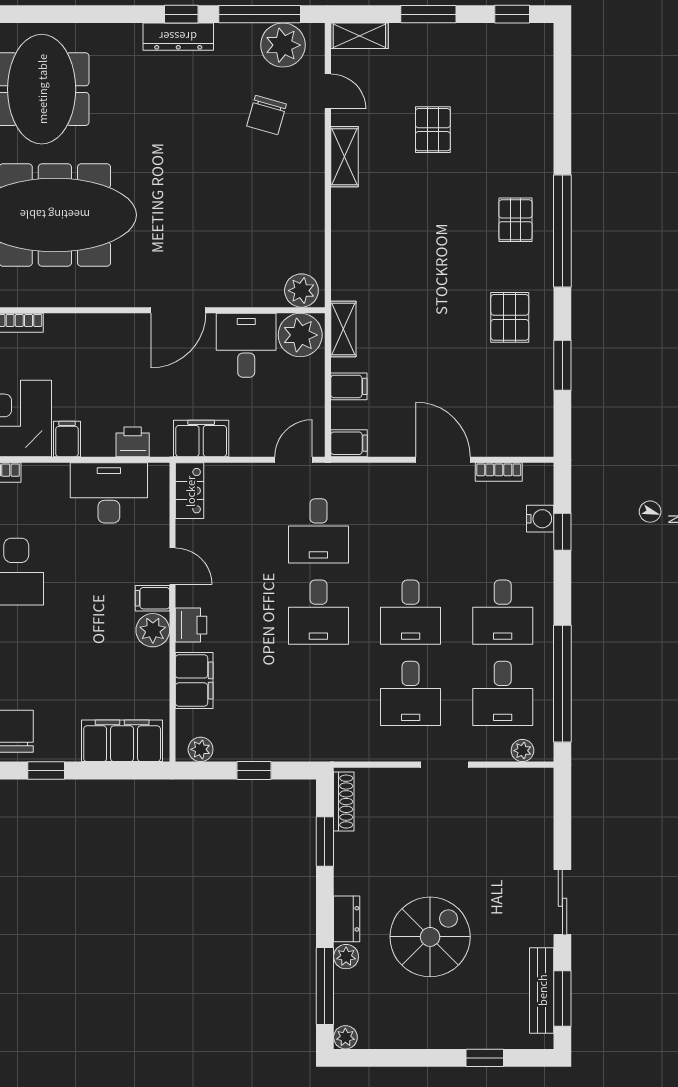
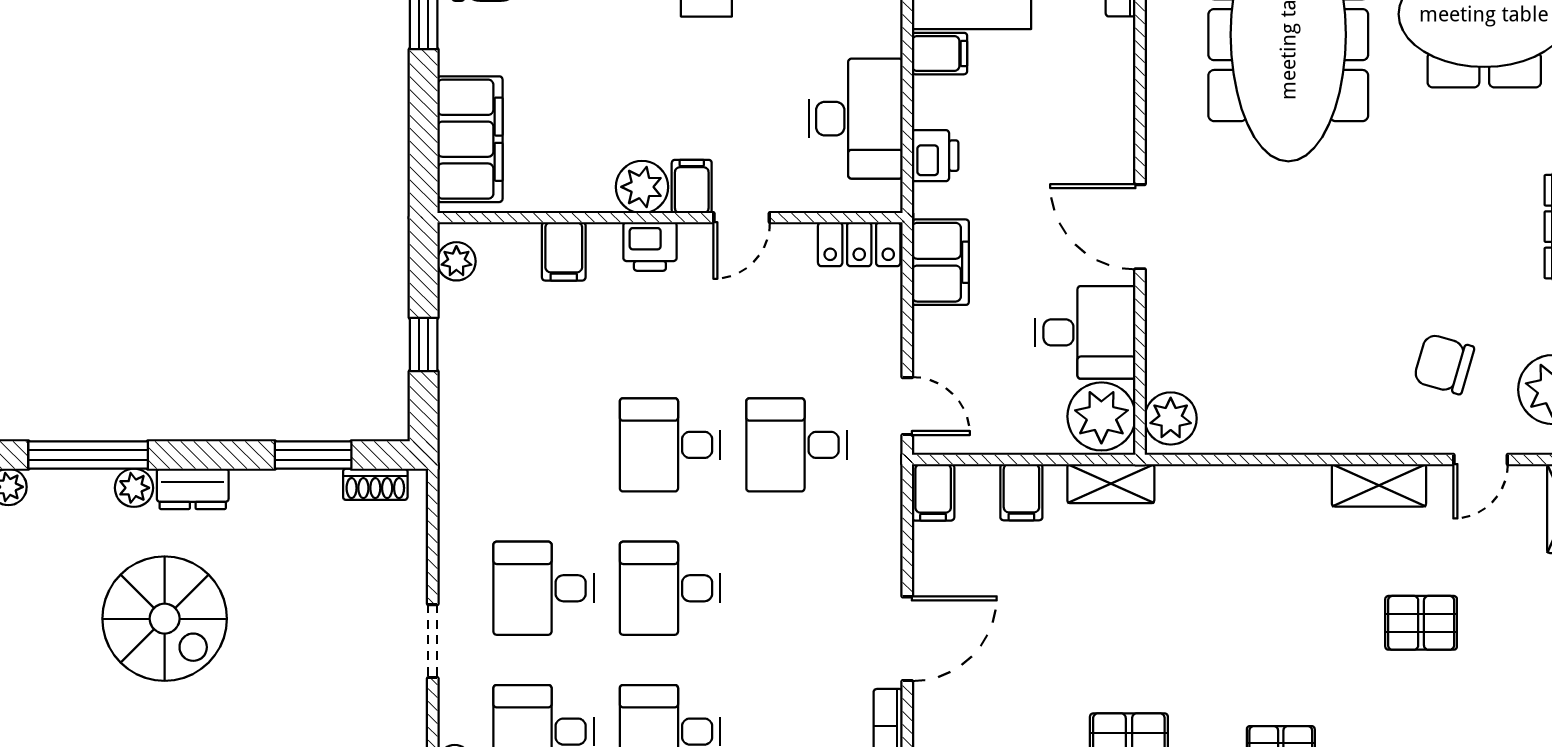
filing cabinet: (194, 680) -> (564, 251), width x0.50
shoe rack: (344, 802) -> (375, 484), width x0.70

